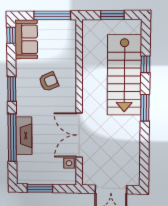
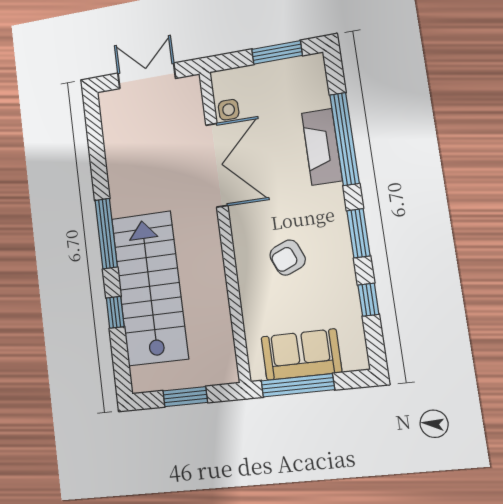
window: (11, 35) -> (368, 300), moved
sofa: (26, 39) -> (301, 355), moved, turned 90
window: (145, 108) -> (106, 234), width x1.44

